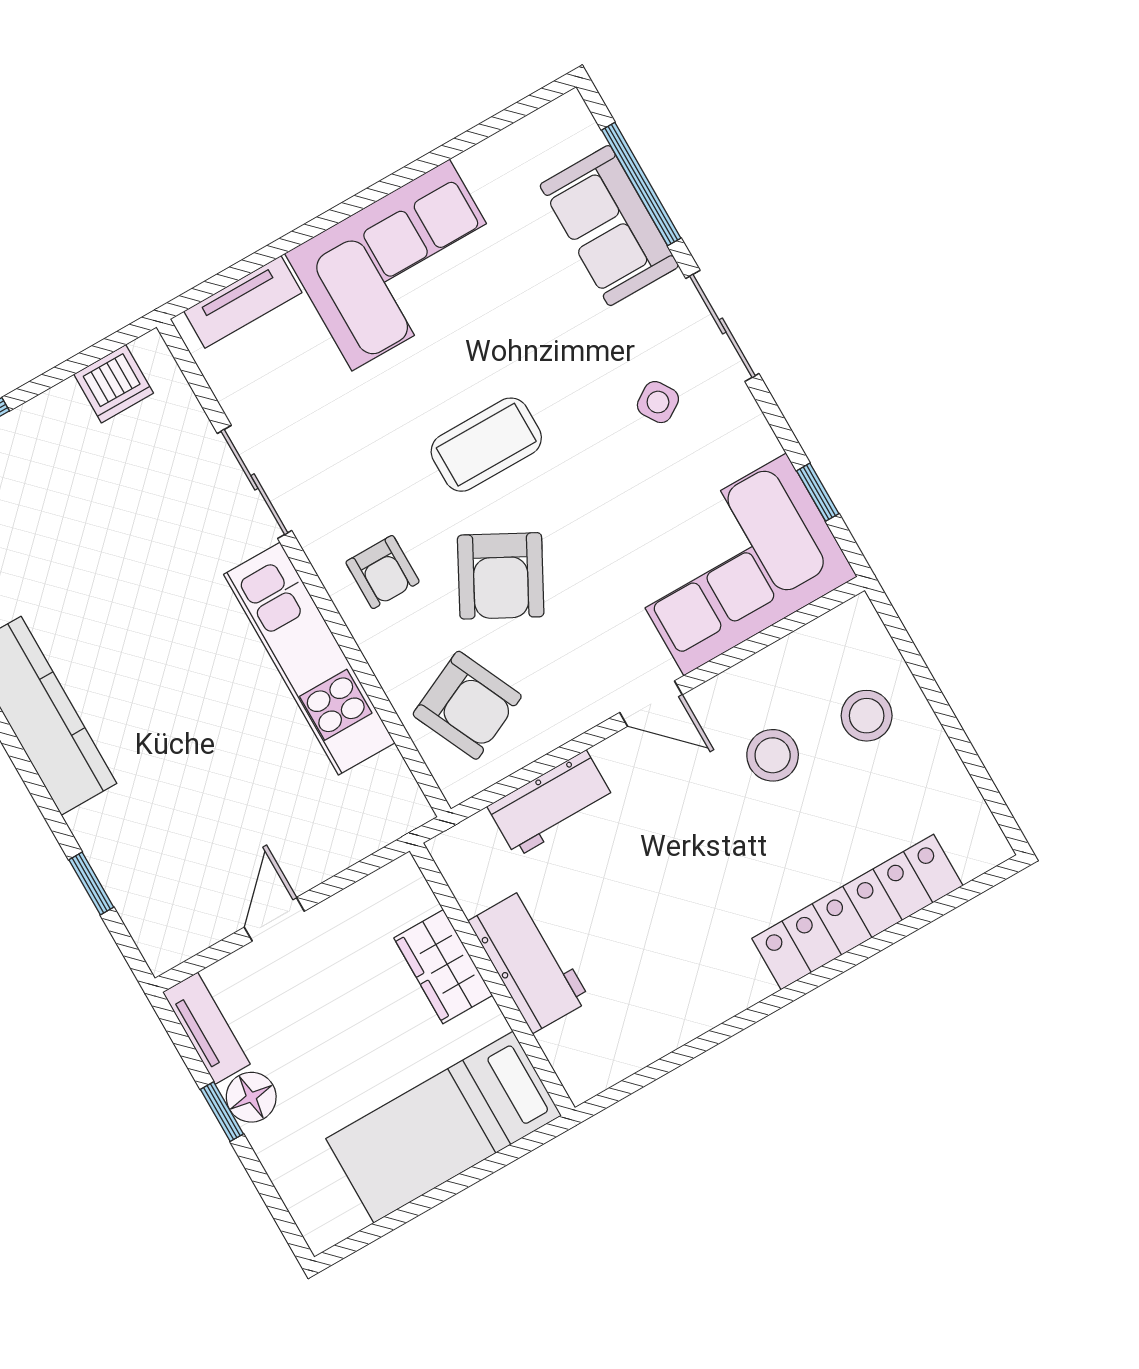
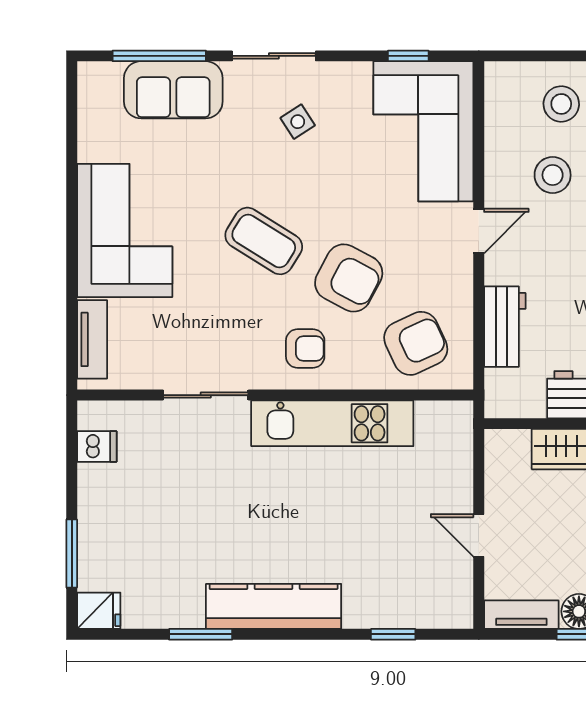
dishwasher: (114, 384) -> (97, 447), width x0.73
coffee table: (486, 445) -> (264, 241), turned -58

